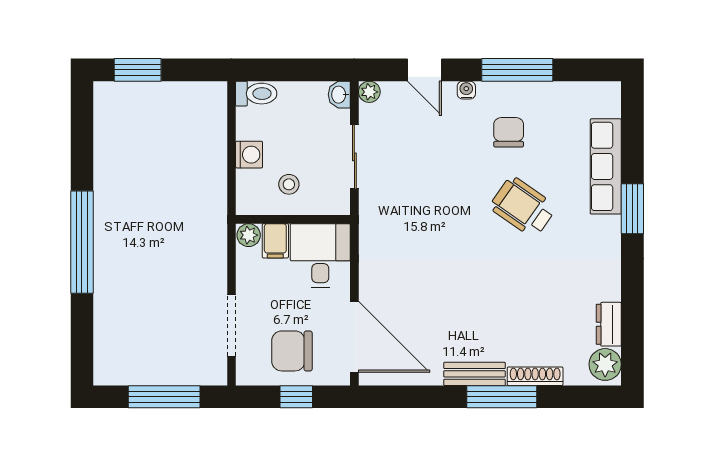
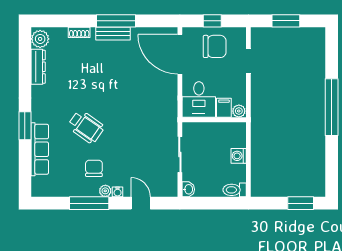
plant: (369, 92) -> (105, 191), moved
chair: (509, 132) -> (94, 168), turned 180
stool: (289, 184) -> (216, 139), removed
dresser: (609, 324) -> (38, 67), width x1.44
doorway: (231, 325) -> (248, 61), width x0.73
shoe rack: (535, 376) -> (79, 32), width x0.70
window: (164, 397) -> (286, 21), width x0.69
window: (502, 397) -> (116, 21), moved

